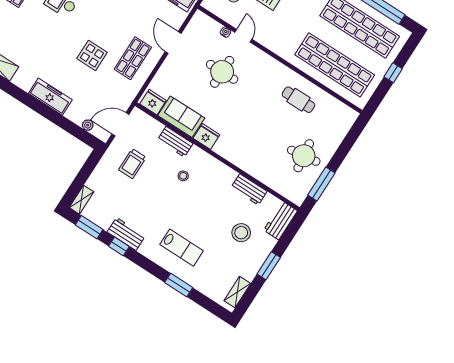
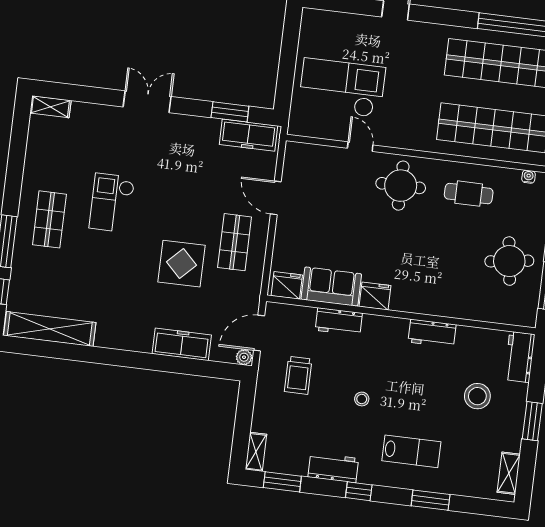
water cooler: (225, 32) -> (529, 177), moved
display table: (92, 55) -> (181, 264), width x1.36, depth x1.36
round table: (222, 72) -> (401, 186), moved
freezer: (50, 97) -> (182, 344), moved
plant: (88, 125) -> (244, 357), moved
stool: (183, 176) -> (362, 399), moved
workbench: (249, 189) -> (432, 333), moved
window: (119, 246) -> (359, 491), moved

